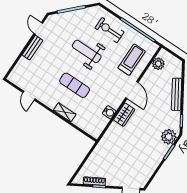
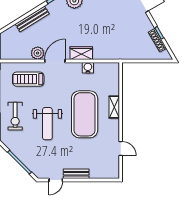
plant: (158, 64) -> (38, 53), moved
exercise mat: (75, 85) -> (85, 114), width x2.00, depth x1.45
door: (29, 96) -> (121, 149), hinge flipped

